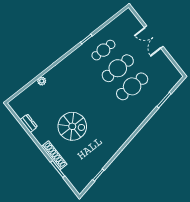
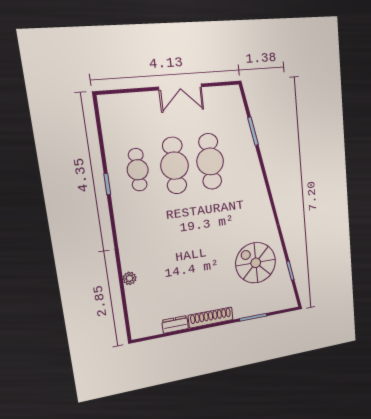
double door: (154, 37) -> (180, 87), moved
spiral stairs: (72, 126) -> (256, 263), moved, turned -90
shoe rack: (54, 155) -> (211, 317), moved

